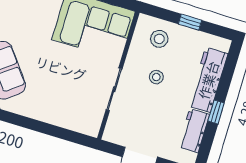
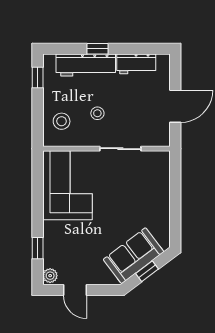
window: (190, 22) -> (38, 78), moved
window: (216, 112) -> (97, 49), moved

